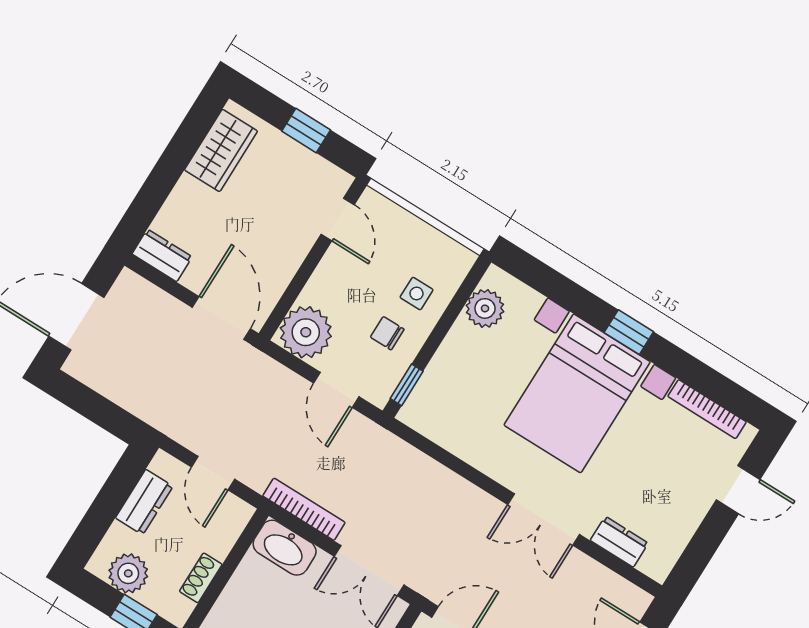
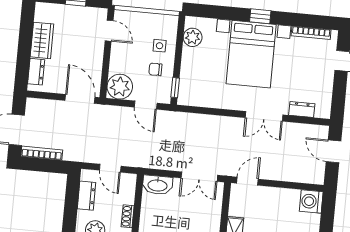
wardrobe: (221, 150) -> (42, 40), moved
dresser: (162, 255) -> (36, 72), moved, turned 90
bookcase: (304, 509) -> (42, 153), moved

